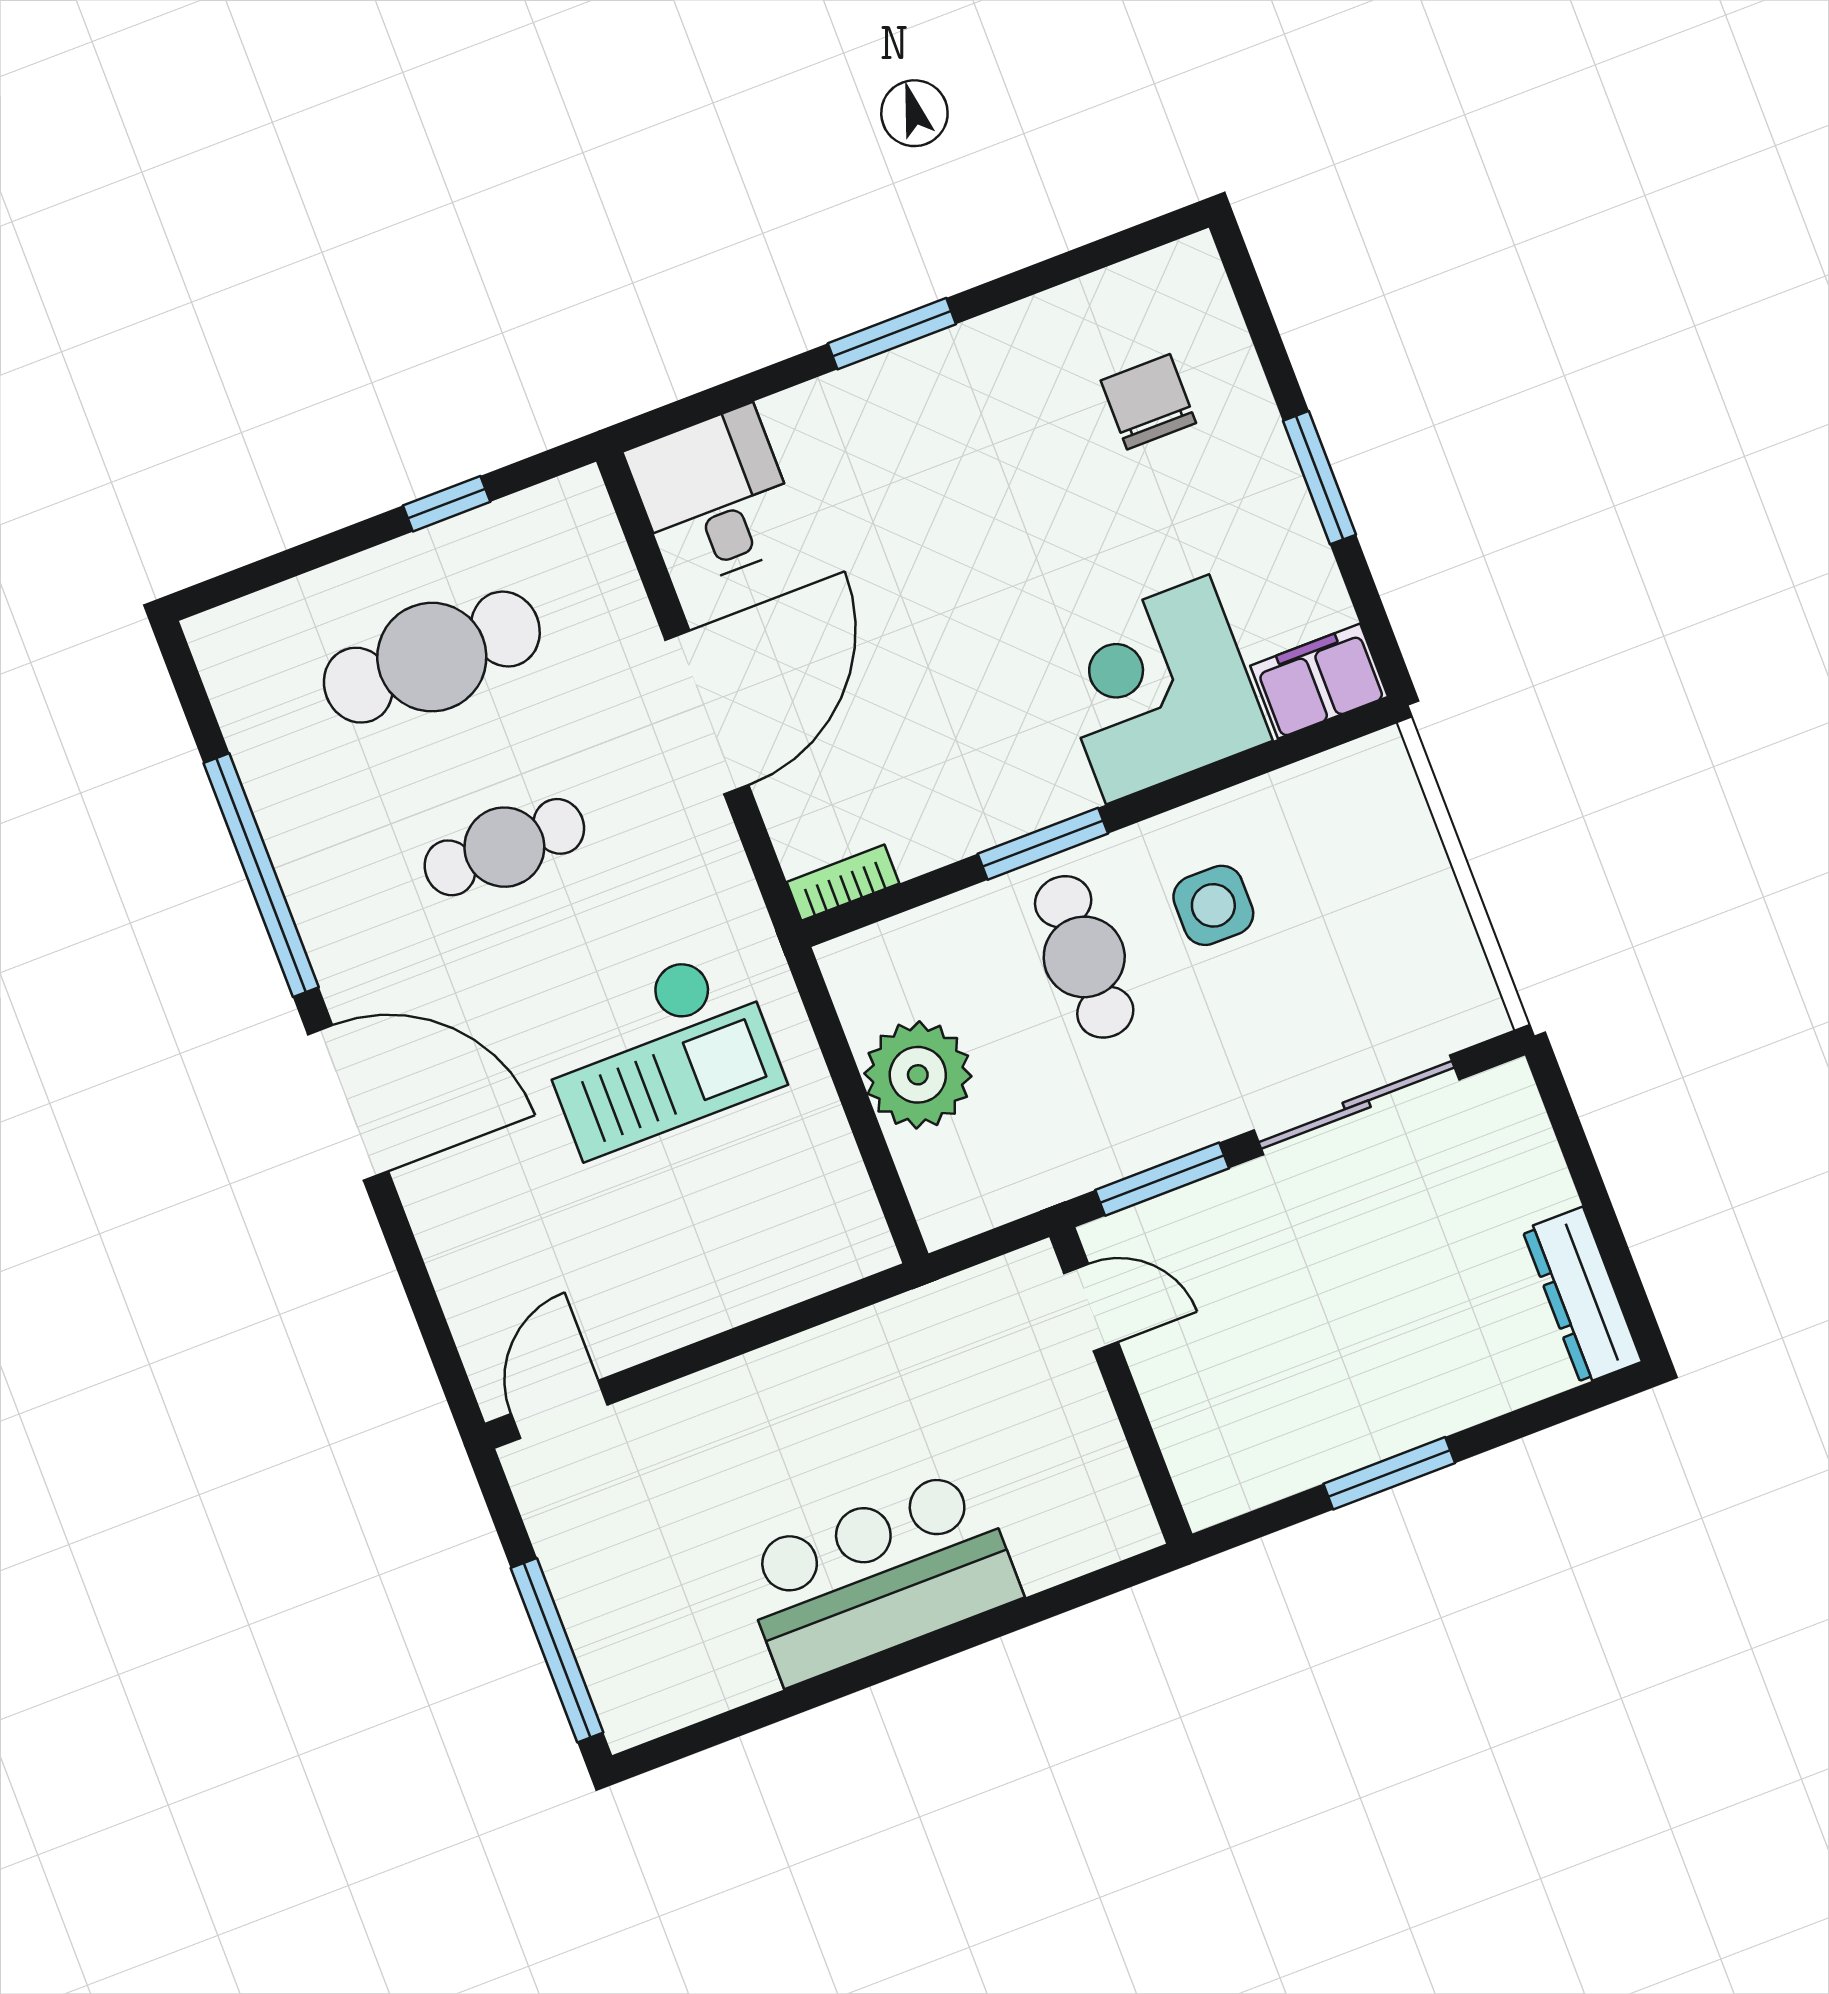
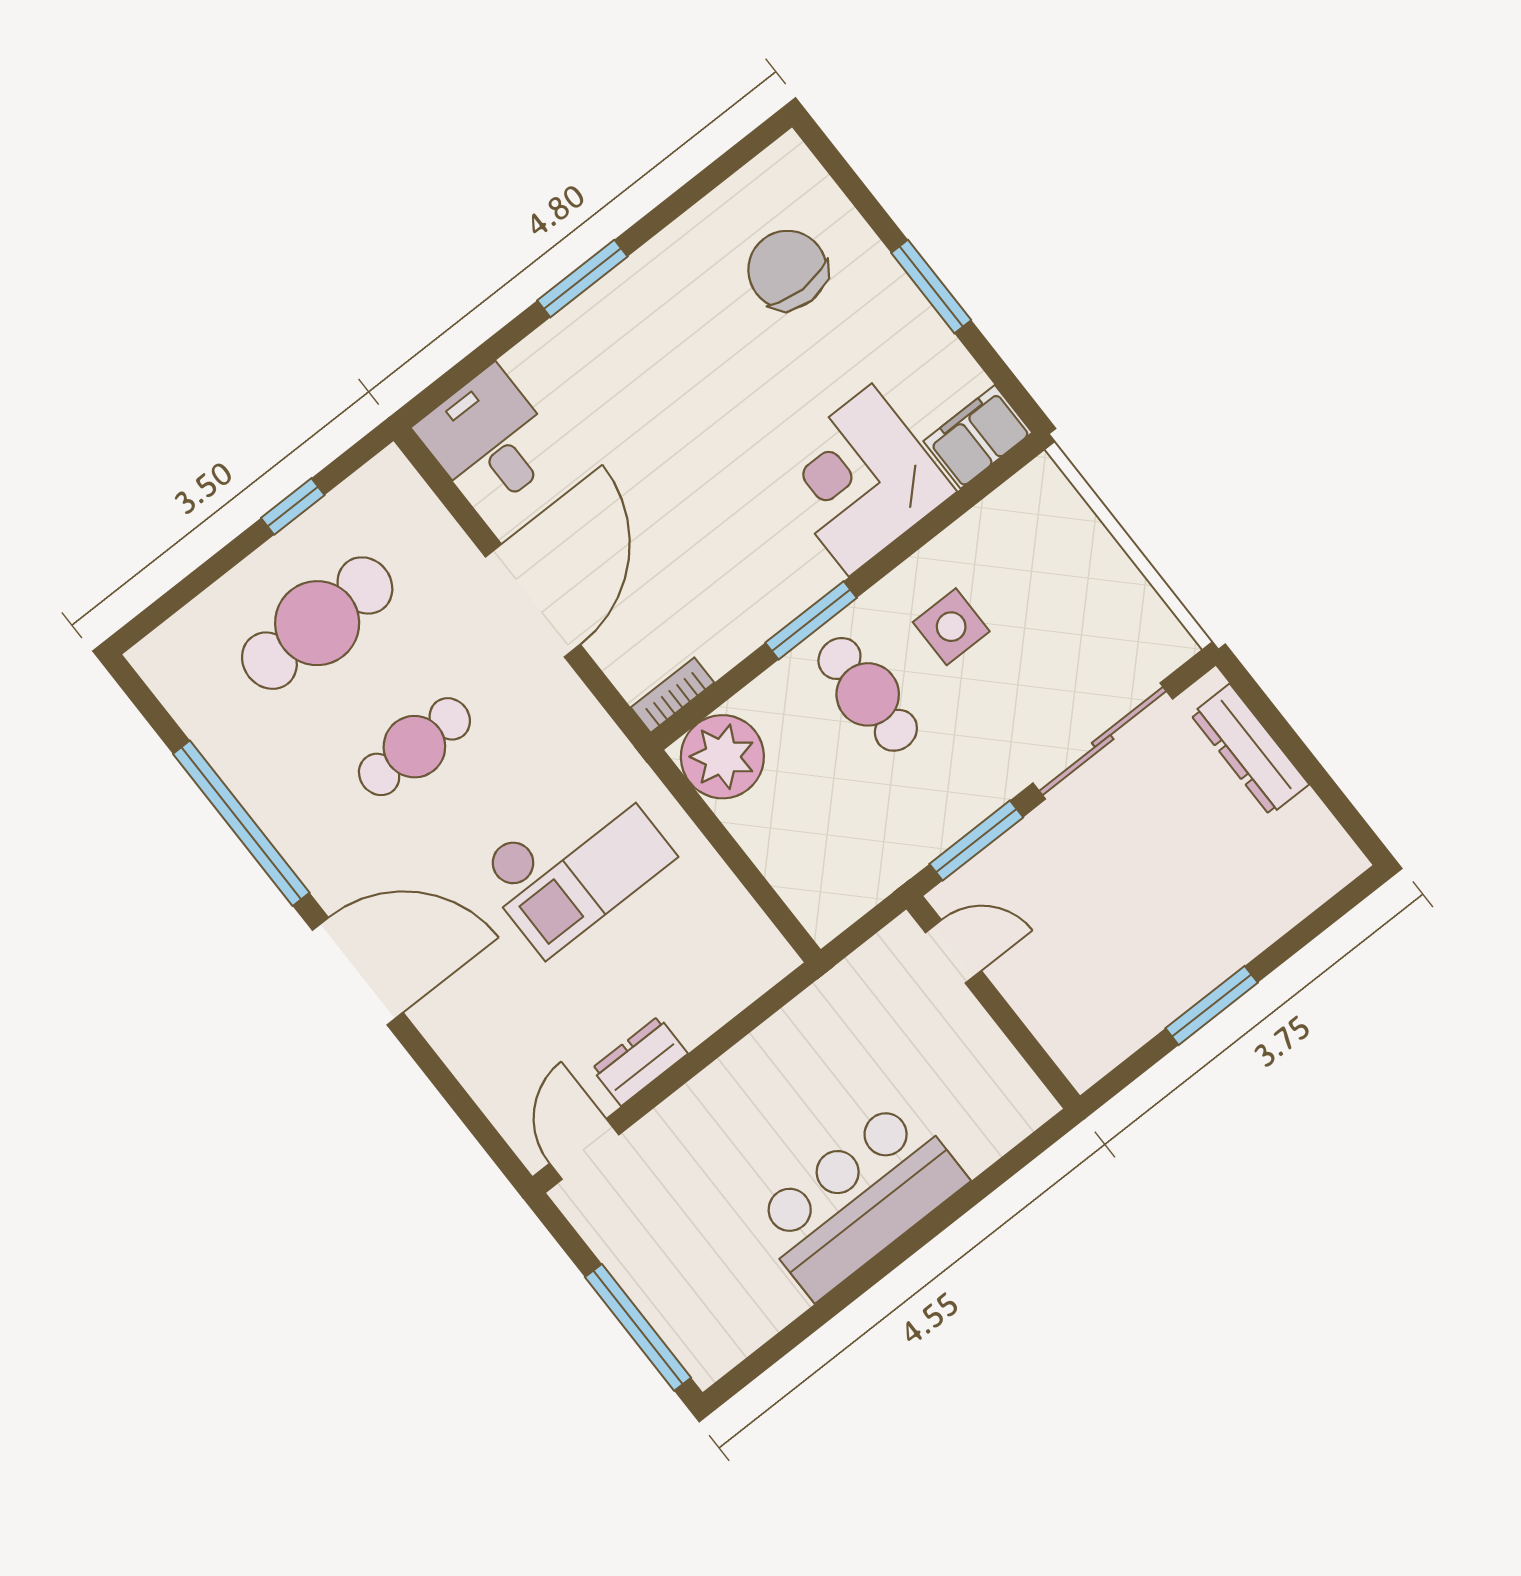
chair: (1148, 402) -> (787, 270), width x1.37, depth x1.37
plant: (918, 1075) -> (722, 757), moved
dresser: (1582, 1296) -> (1250, 750), moved
dresser: (662, 1322) -> (640, 1061), added

